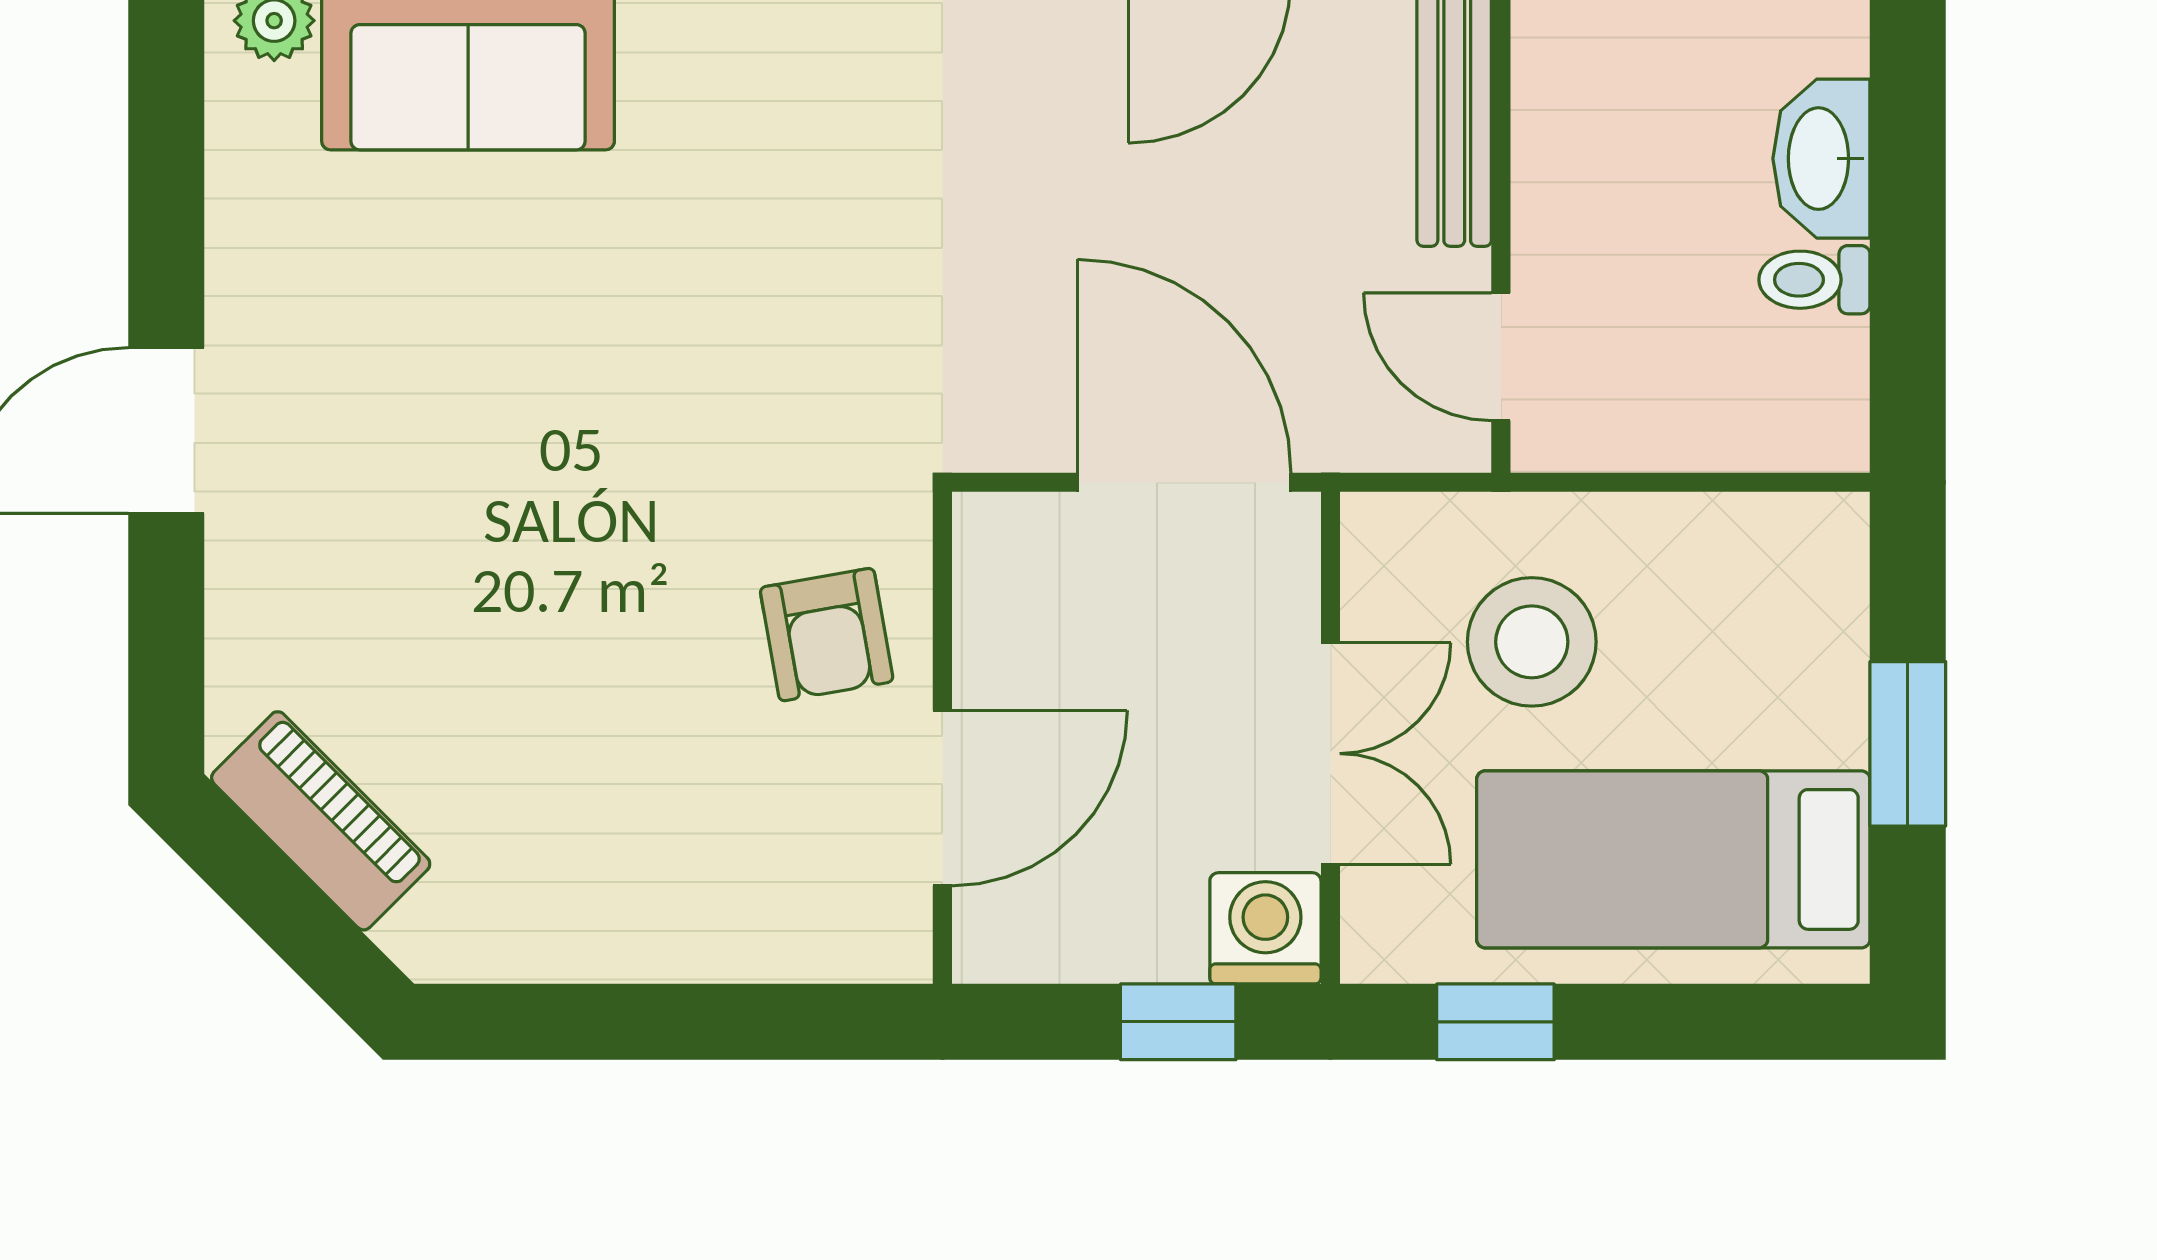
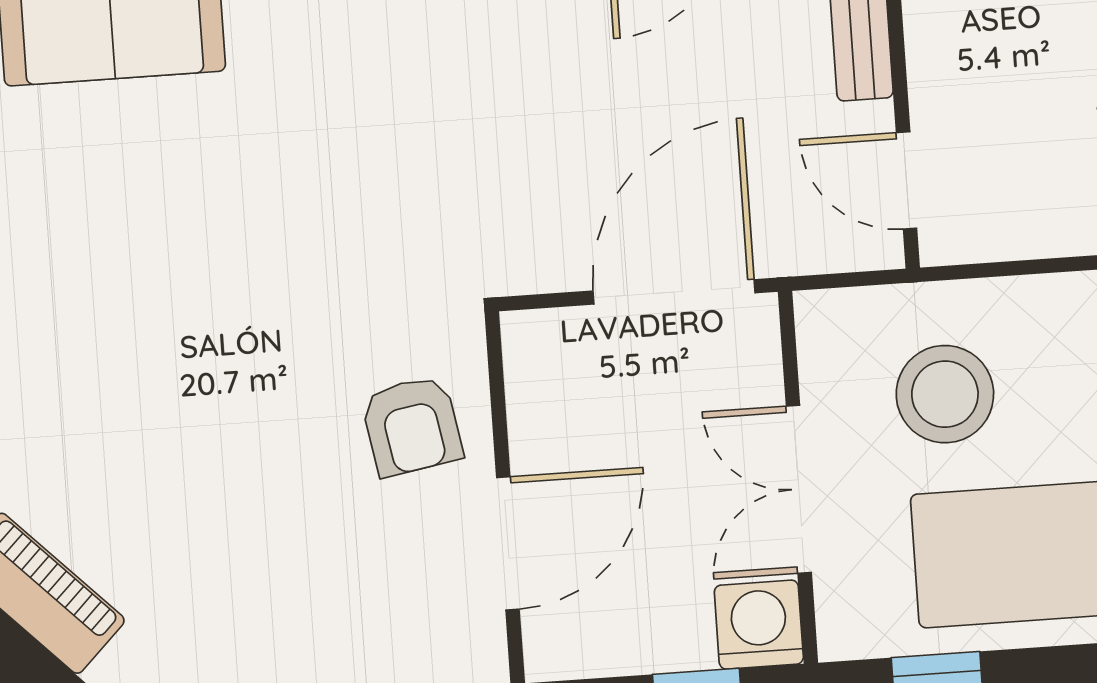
door: (1184, 482) -> (674, 292), hinge flipped
double door: (1330, 754) -> (799, 489), swing flipped

